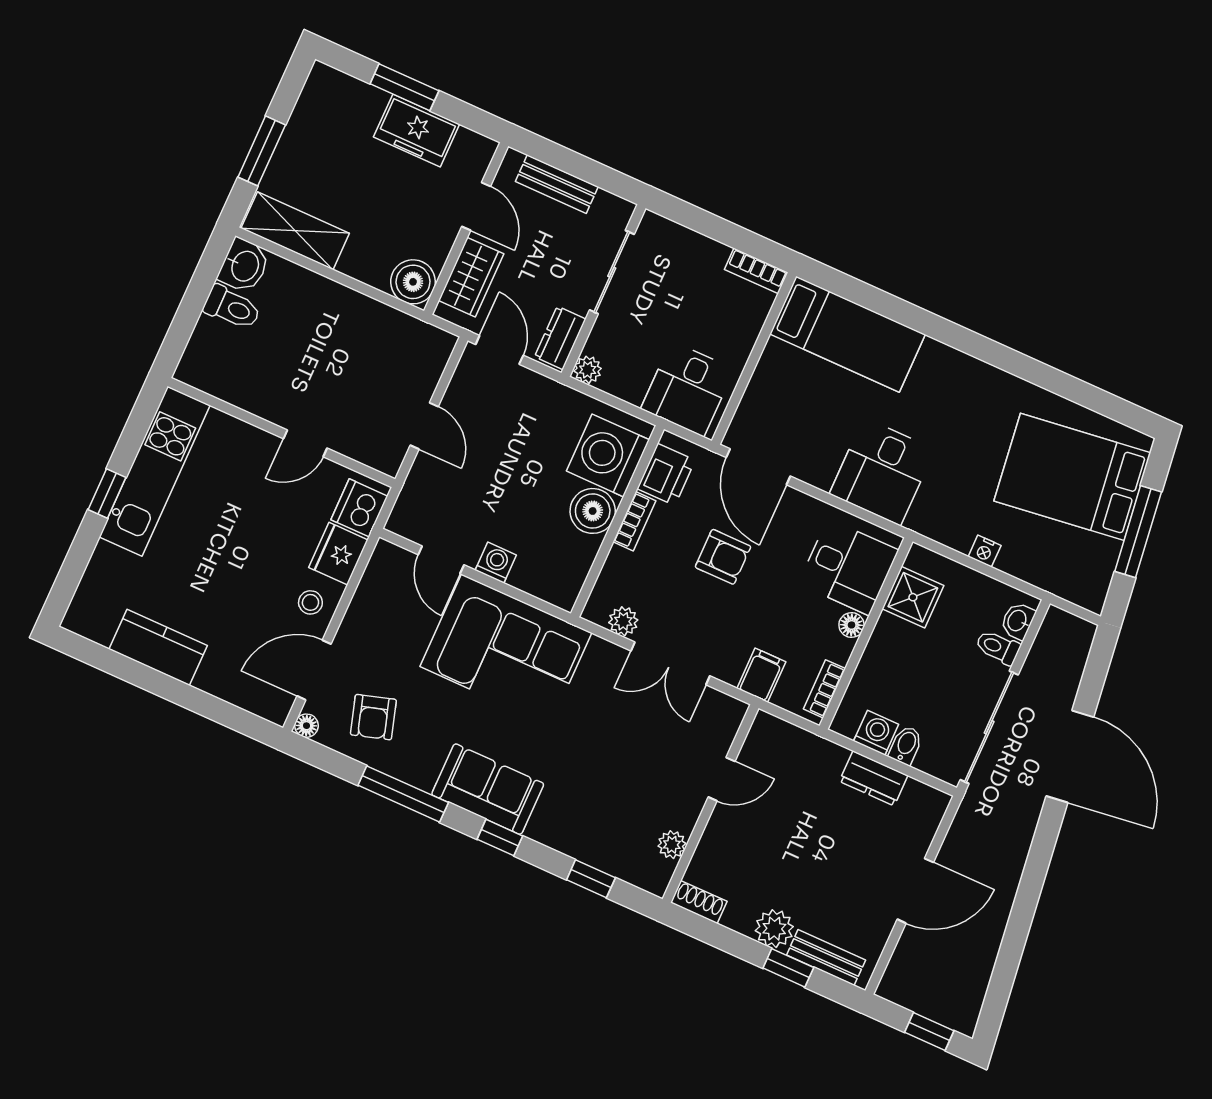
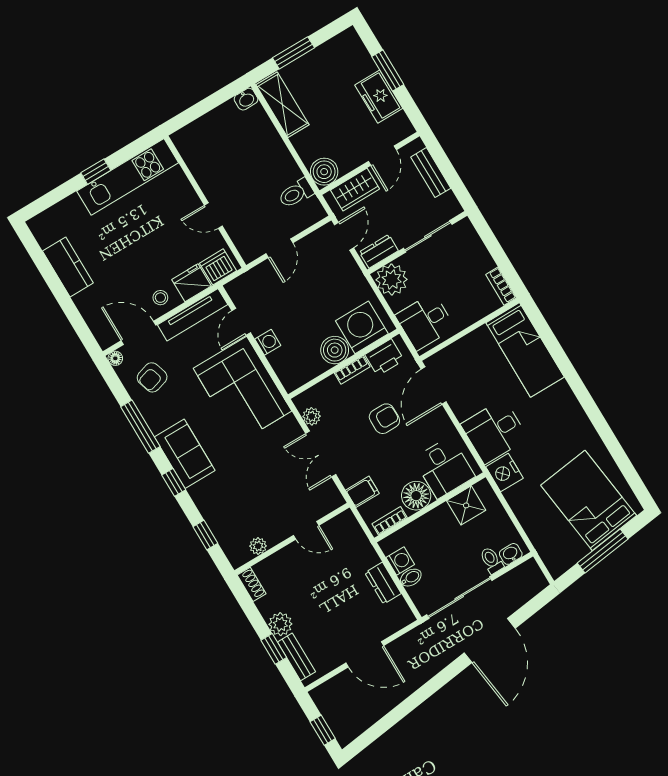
washbasin: (244, 266) -> (246, 99), width x0.72, depth x0.69
toilet: (232, 308) -> (296, 193), moved, turned 90
plant: (588, 370) -> (392, 280), width x1.88, depth x1.88
nightstand: (985, 551) -> (504, 473), moved, width x1.89, depth x1.79
armchair: (723, 557) -> (384, 419), turned -90
tv unit: (370, 595) -> (193, 315), added
floor lamp: (851, 625) -> (416, 496), width x1.89, depth x1.89

